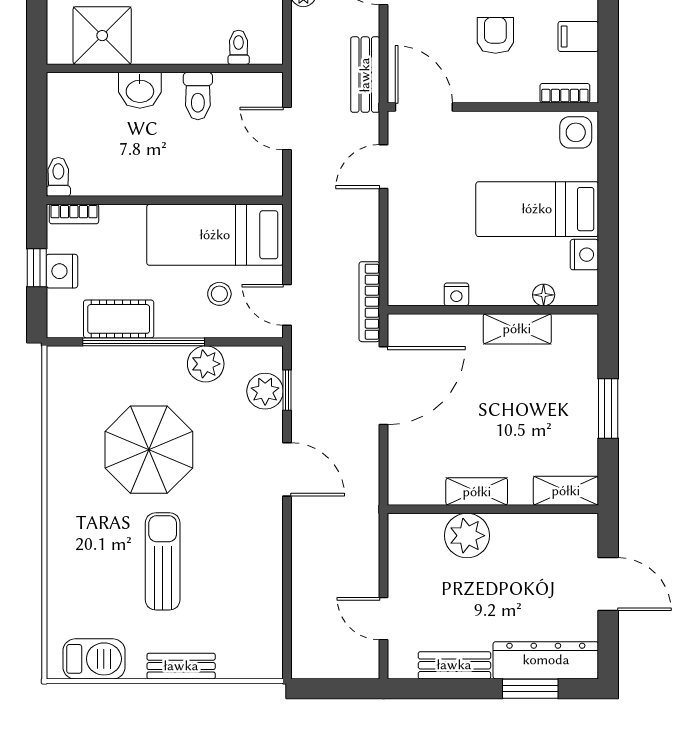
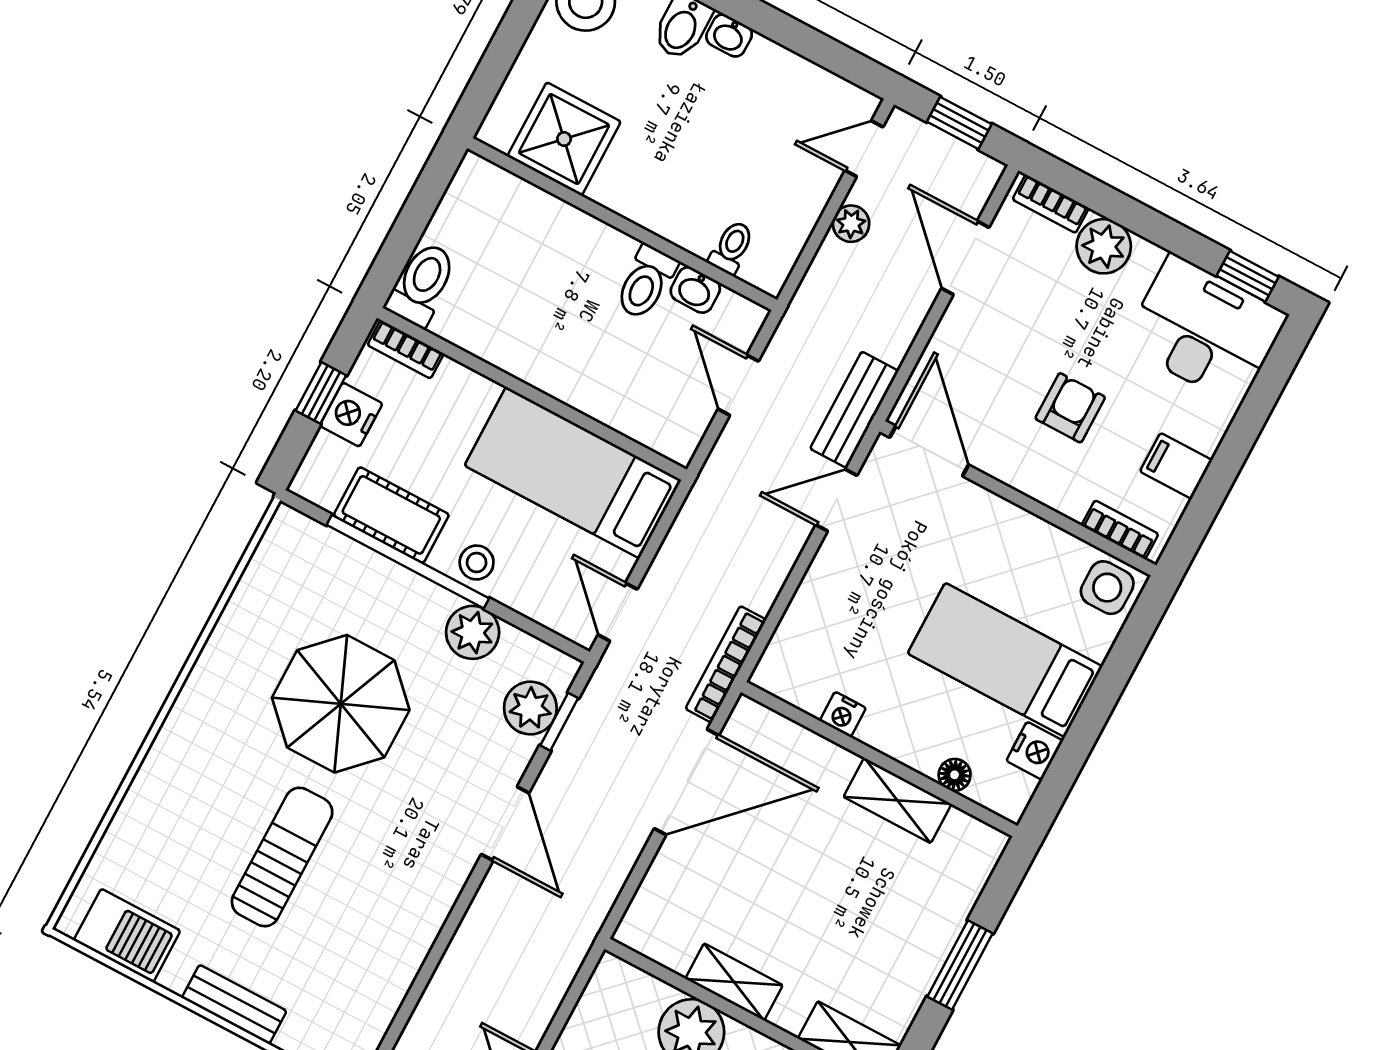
bench: (365, 75) -> (854, 410), moved
washbasin: (140, 90) -> (695, 290), moved, width x0.72, depth x0.69
toilet: (58, 177) -> (422, 284), width x1.37, depth x1.39
stool: (219, 294) -> (477, 562), moved

